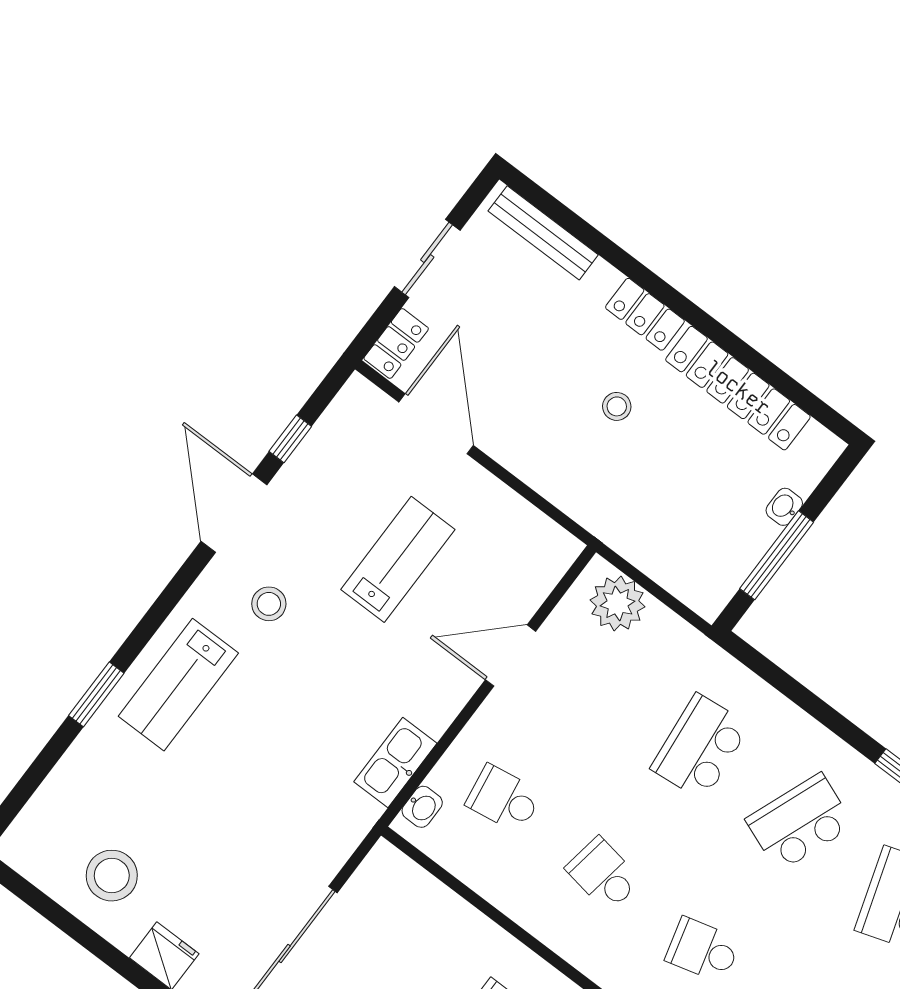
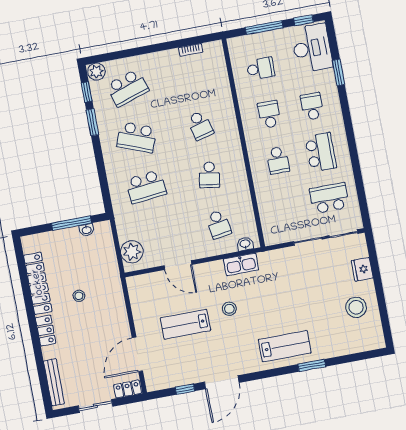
stool: (617, 406) -> (79, 296), moved
washbasin: (784, 507) -> (87, 230), moved
stool: (269, 604) -> (229, 309), moved

